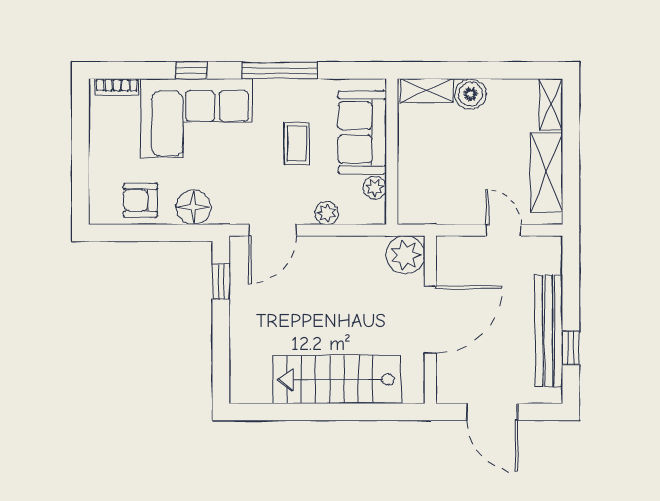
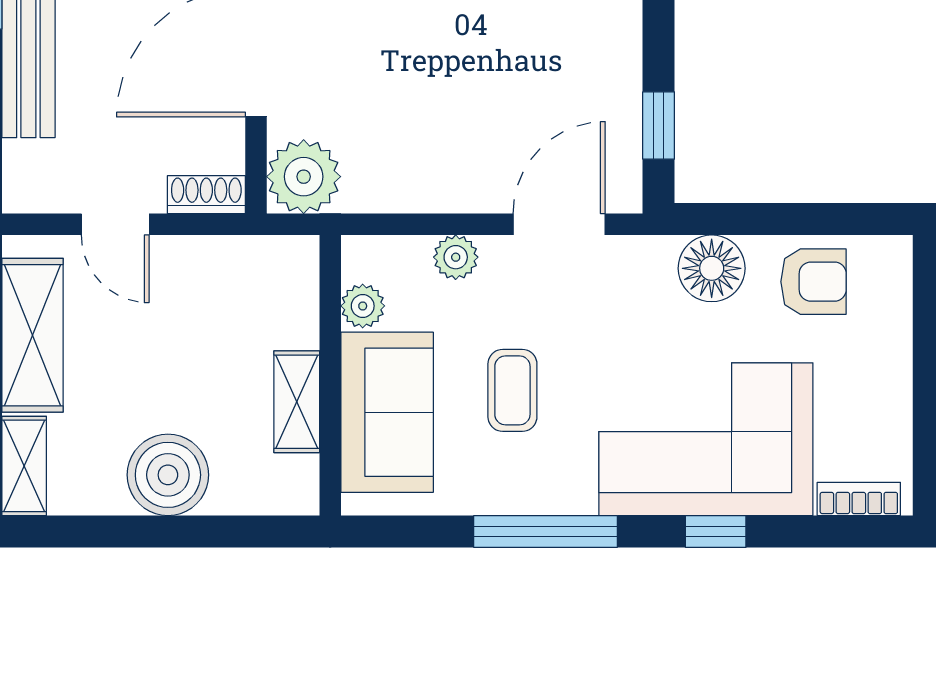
shelving: (426, 91) -> (297, 402), moved, turned 90
boiler: (470, 94) -> (168, 475), width x1.37, depth x1.37
shoe rack: (456, 246) -> (206, 195), added

